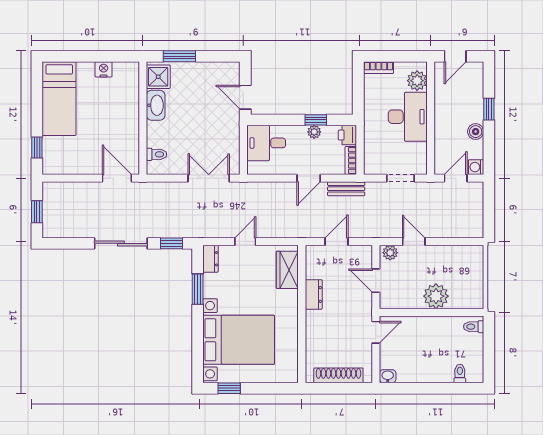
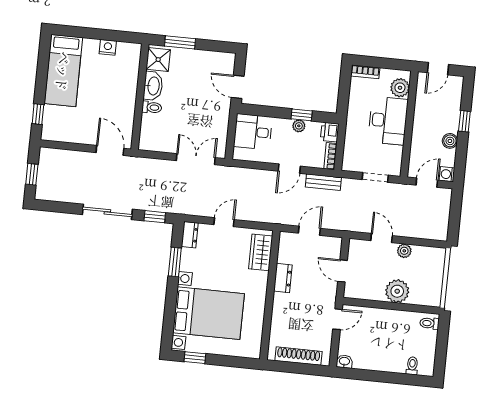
toilet: (157, 154) -> (152, 107), moved
plant: (390, 253) -> (404, 251), moved

